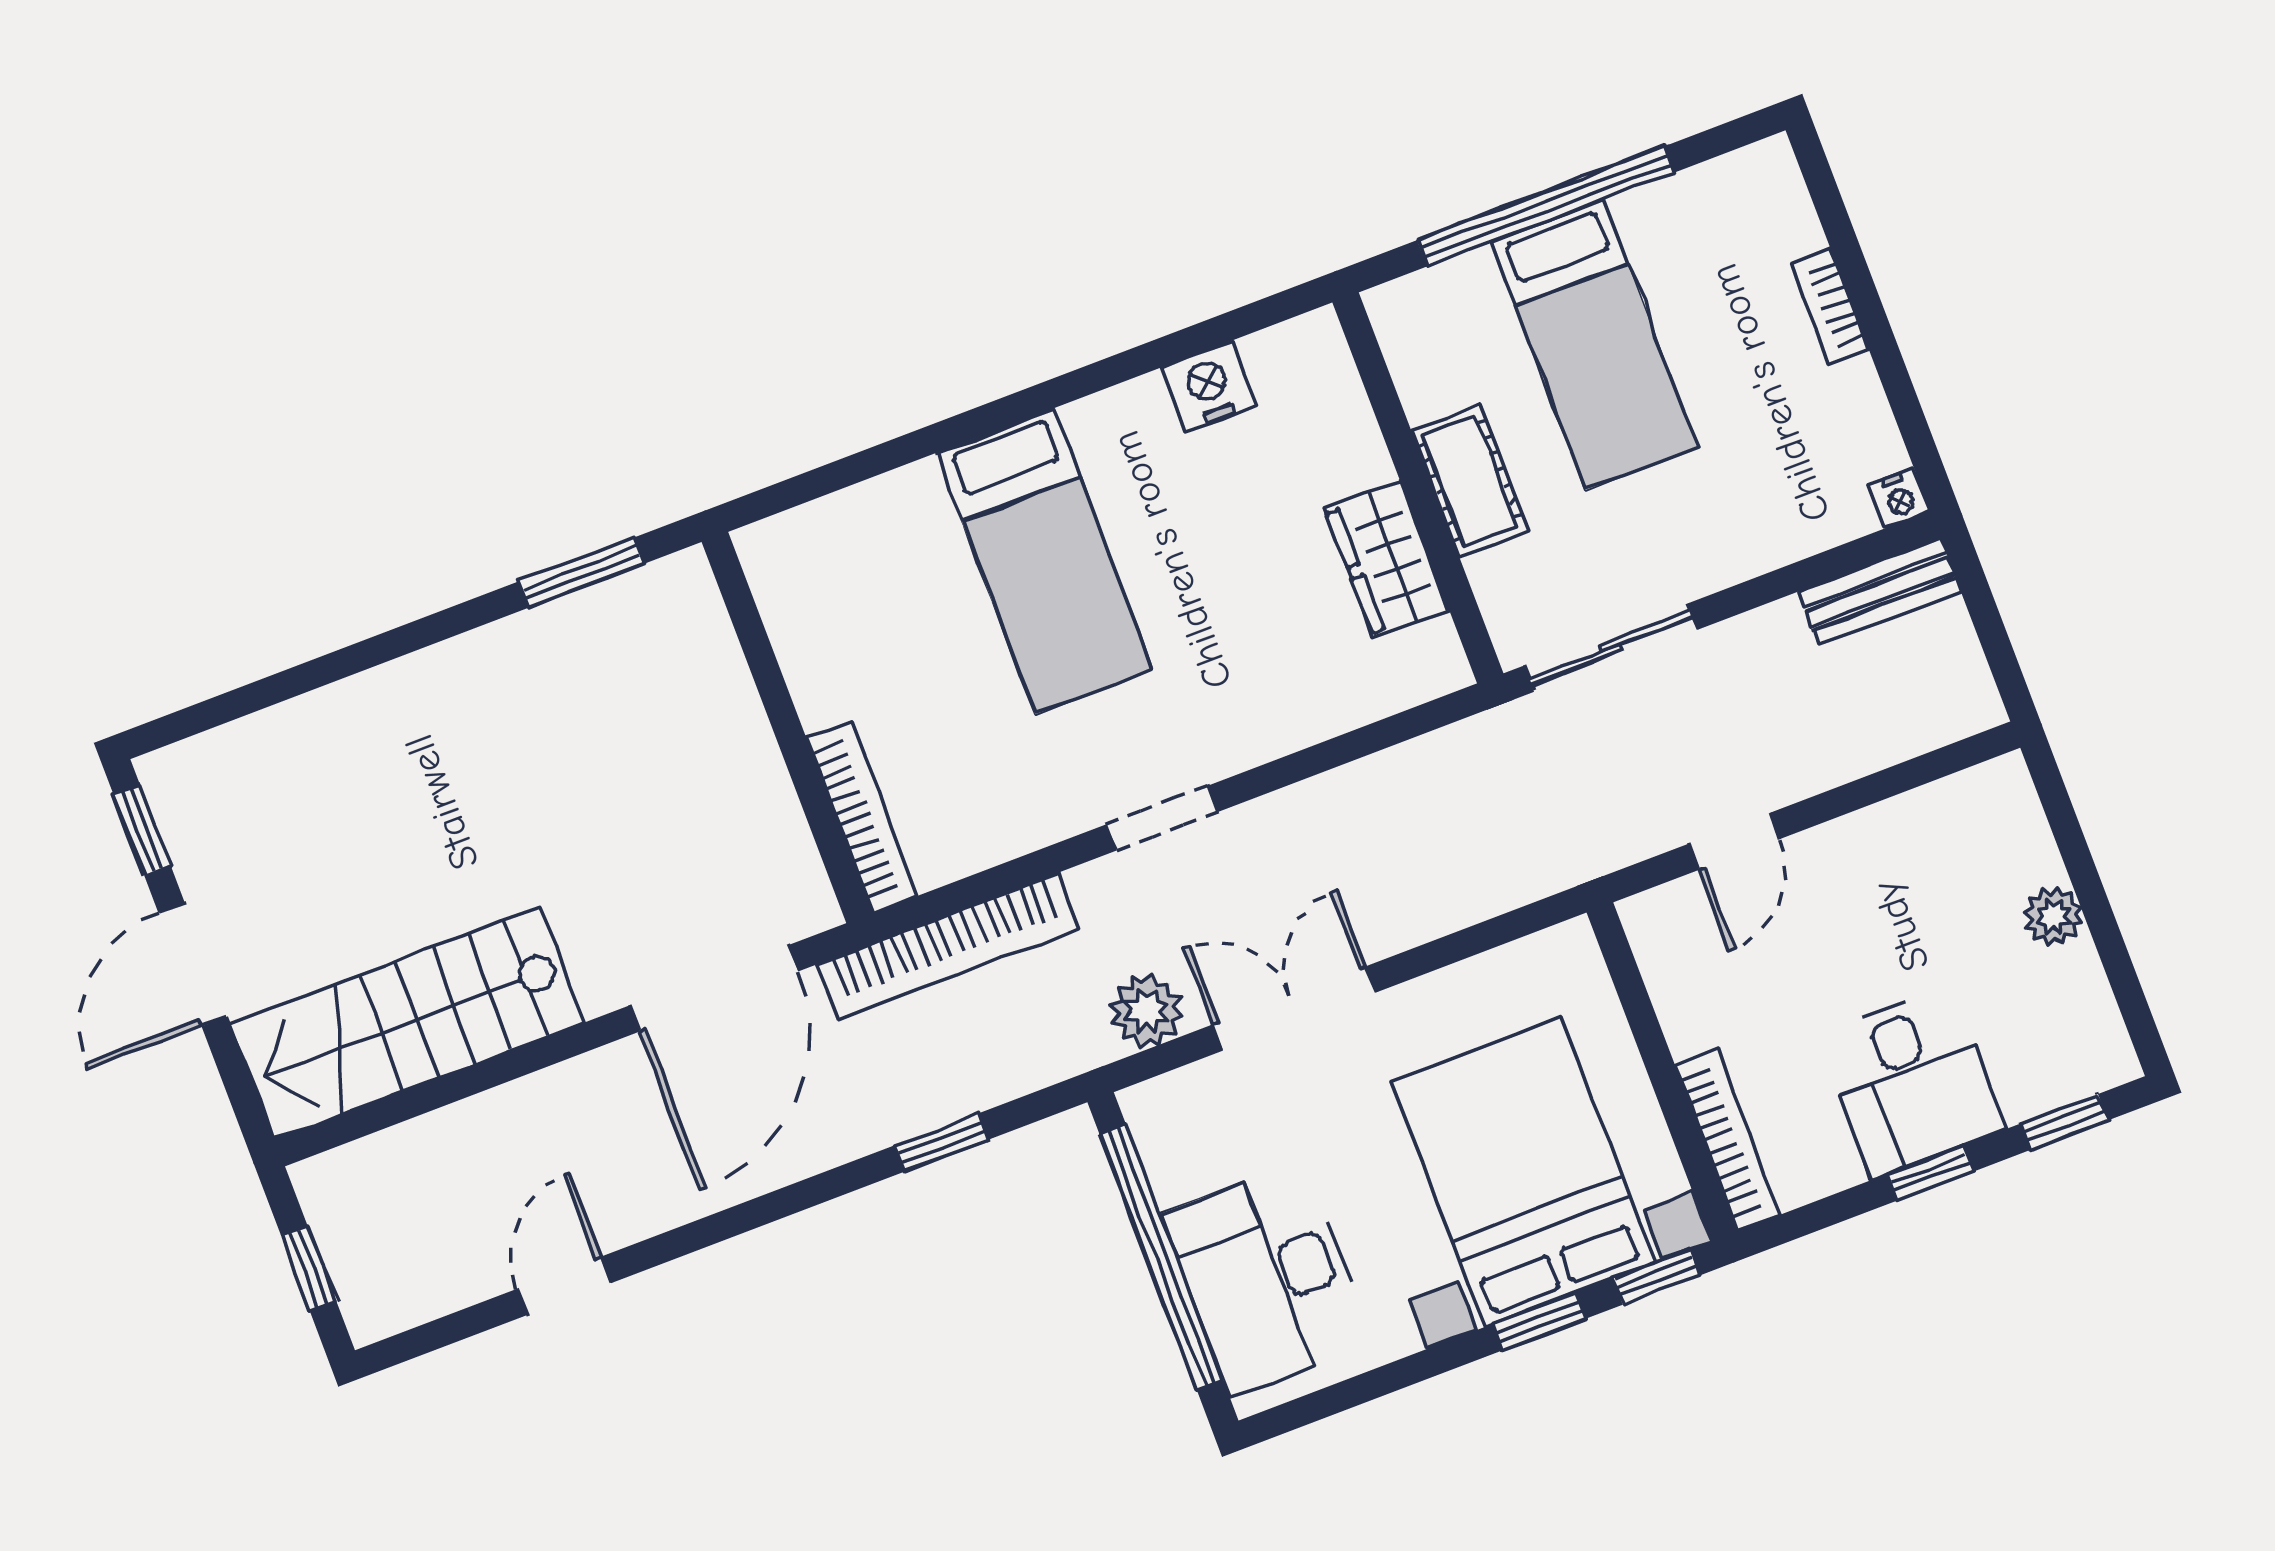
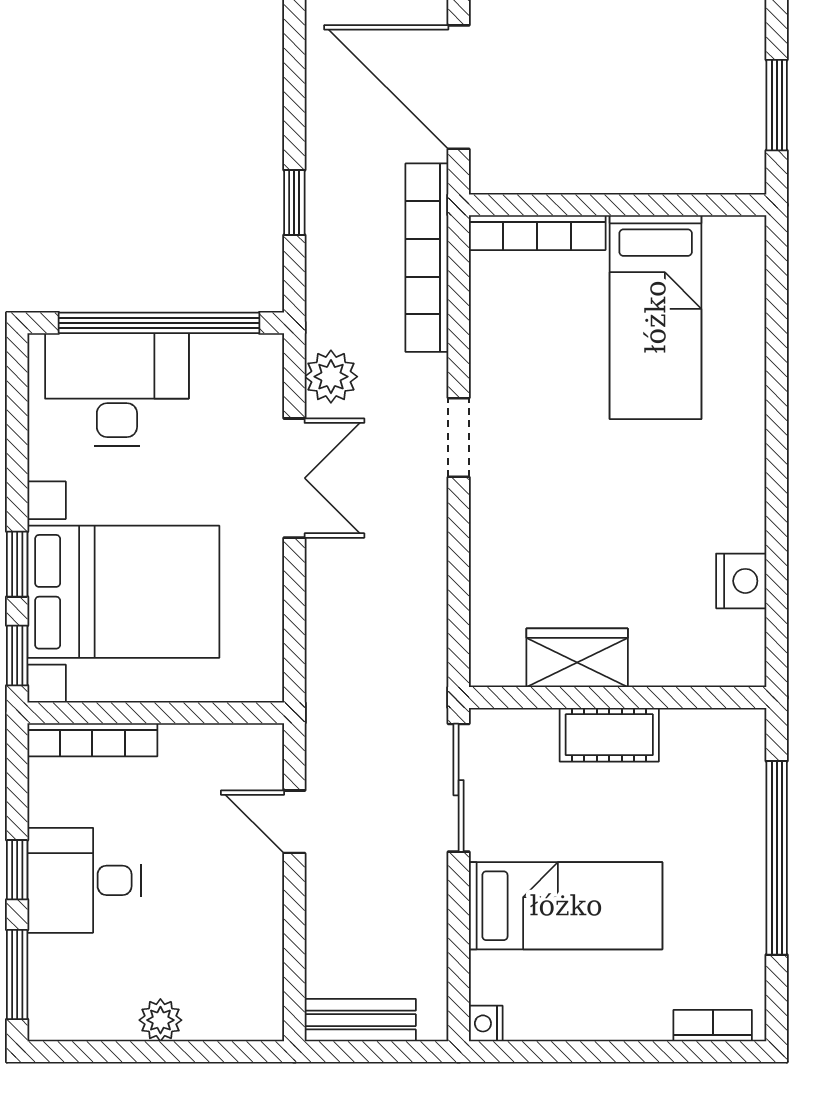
bookcase: (1830, 307) -> (713, 1026), moved
bed: (1594, 345) -> (566, 906), moved, turned 180
bed: (1045, 561) -> (656, 317), moved, turned -90
bench: (1880, 592) -> (360, 1020), moved, turned 90
window: (2065, 1122) -> (17, 975), width x1.50

